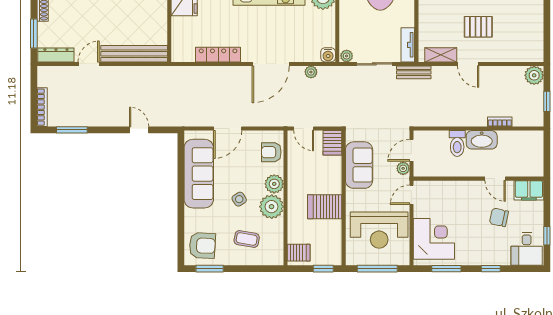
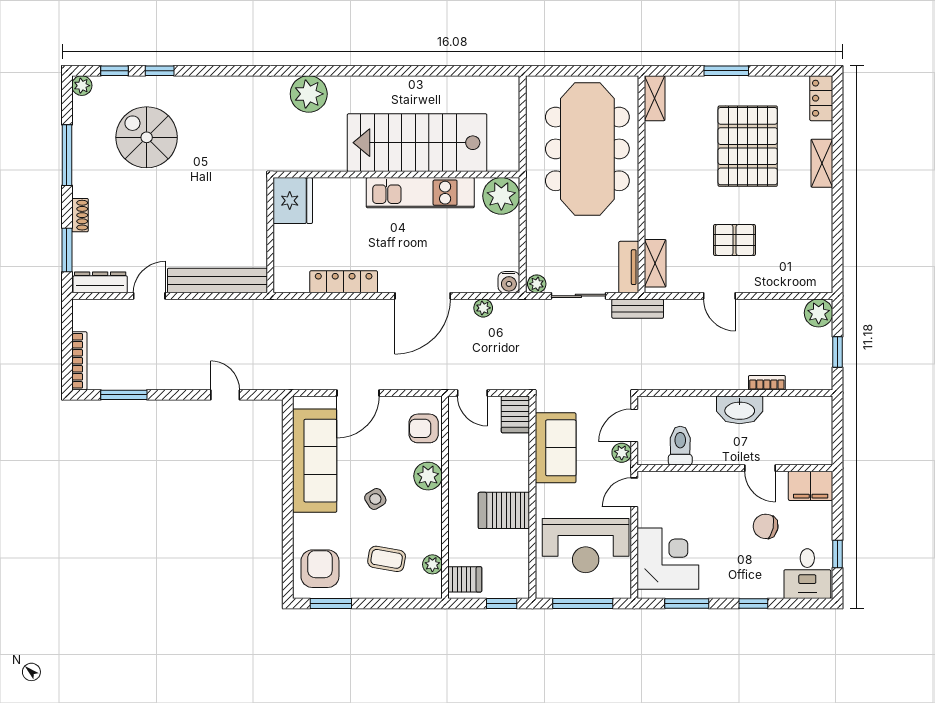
shelving: (441, 55) -> (655, 263), moved, turned 90
toilet: (457, 143) -> (680, 446), moved, turned 180
plant: (272, 207) -> (432, 564), moved, width x0.53, depth x0.53
armchair: (202, 246) -> (320, 569), turned -93

